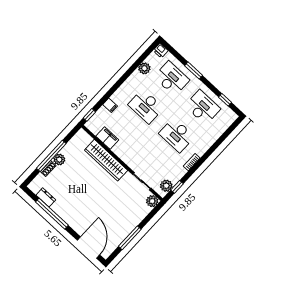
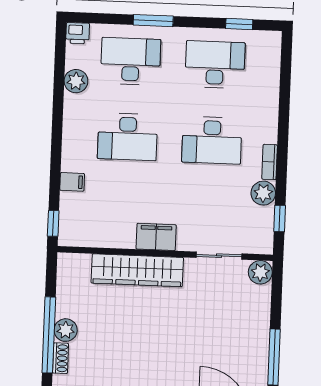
filing cabinet: (107, 138) -> (156, 237), moved
plant: (166, 186) -> (263, 193), moved

